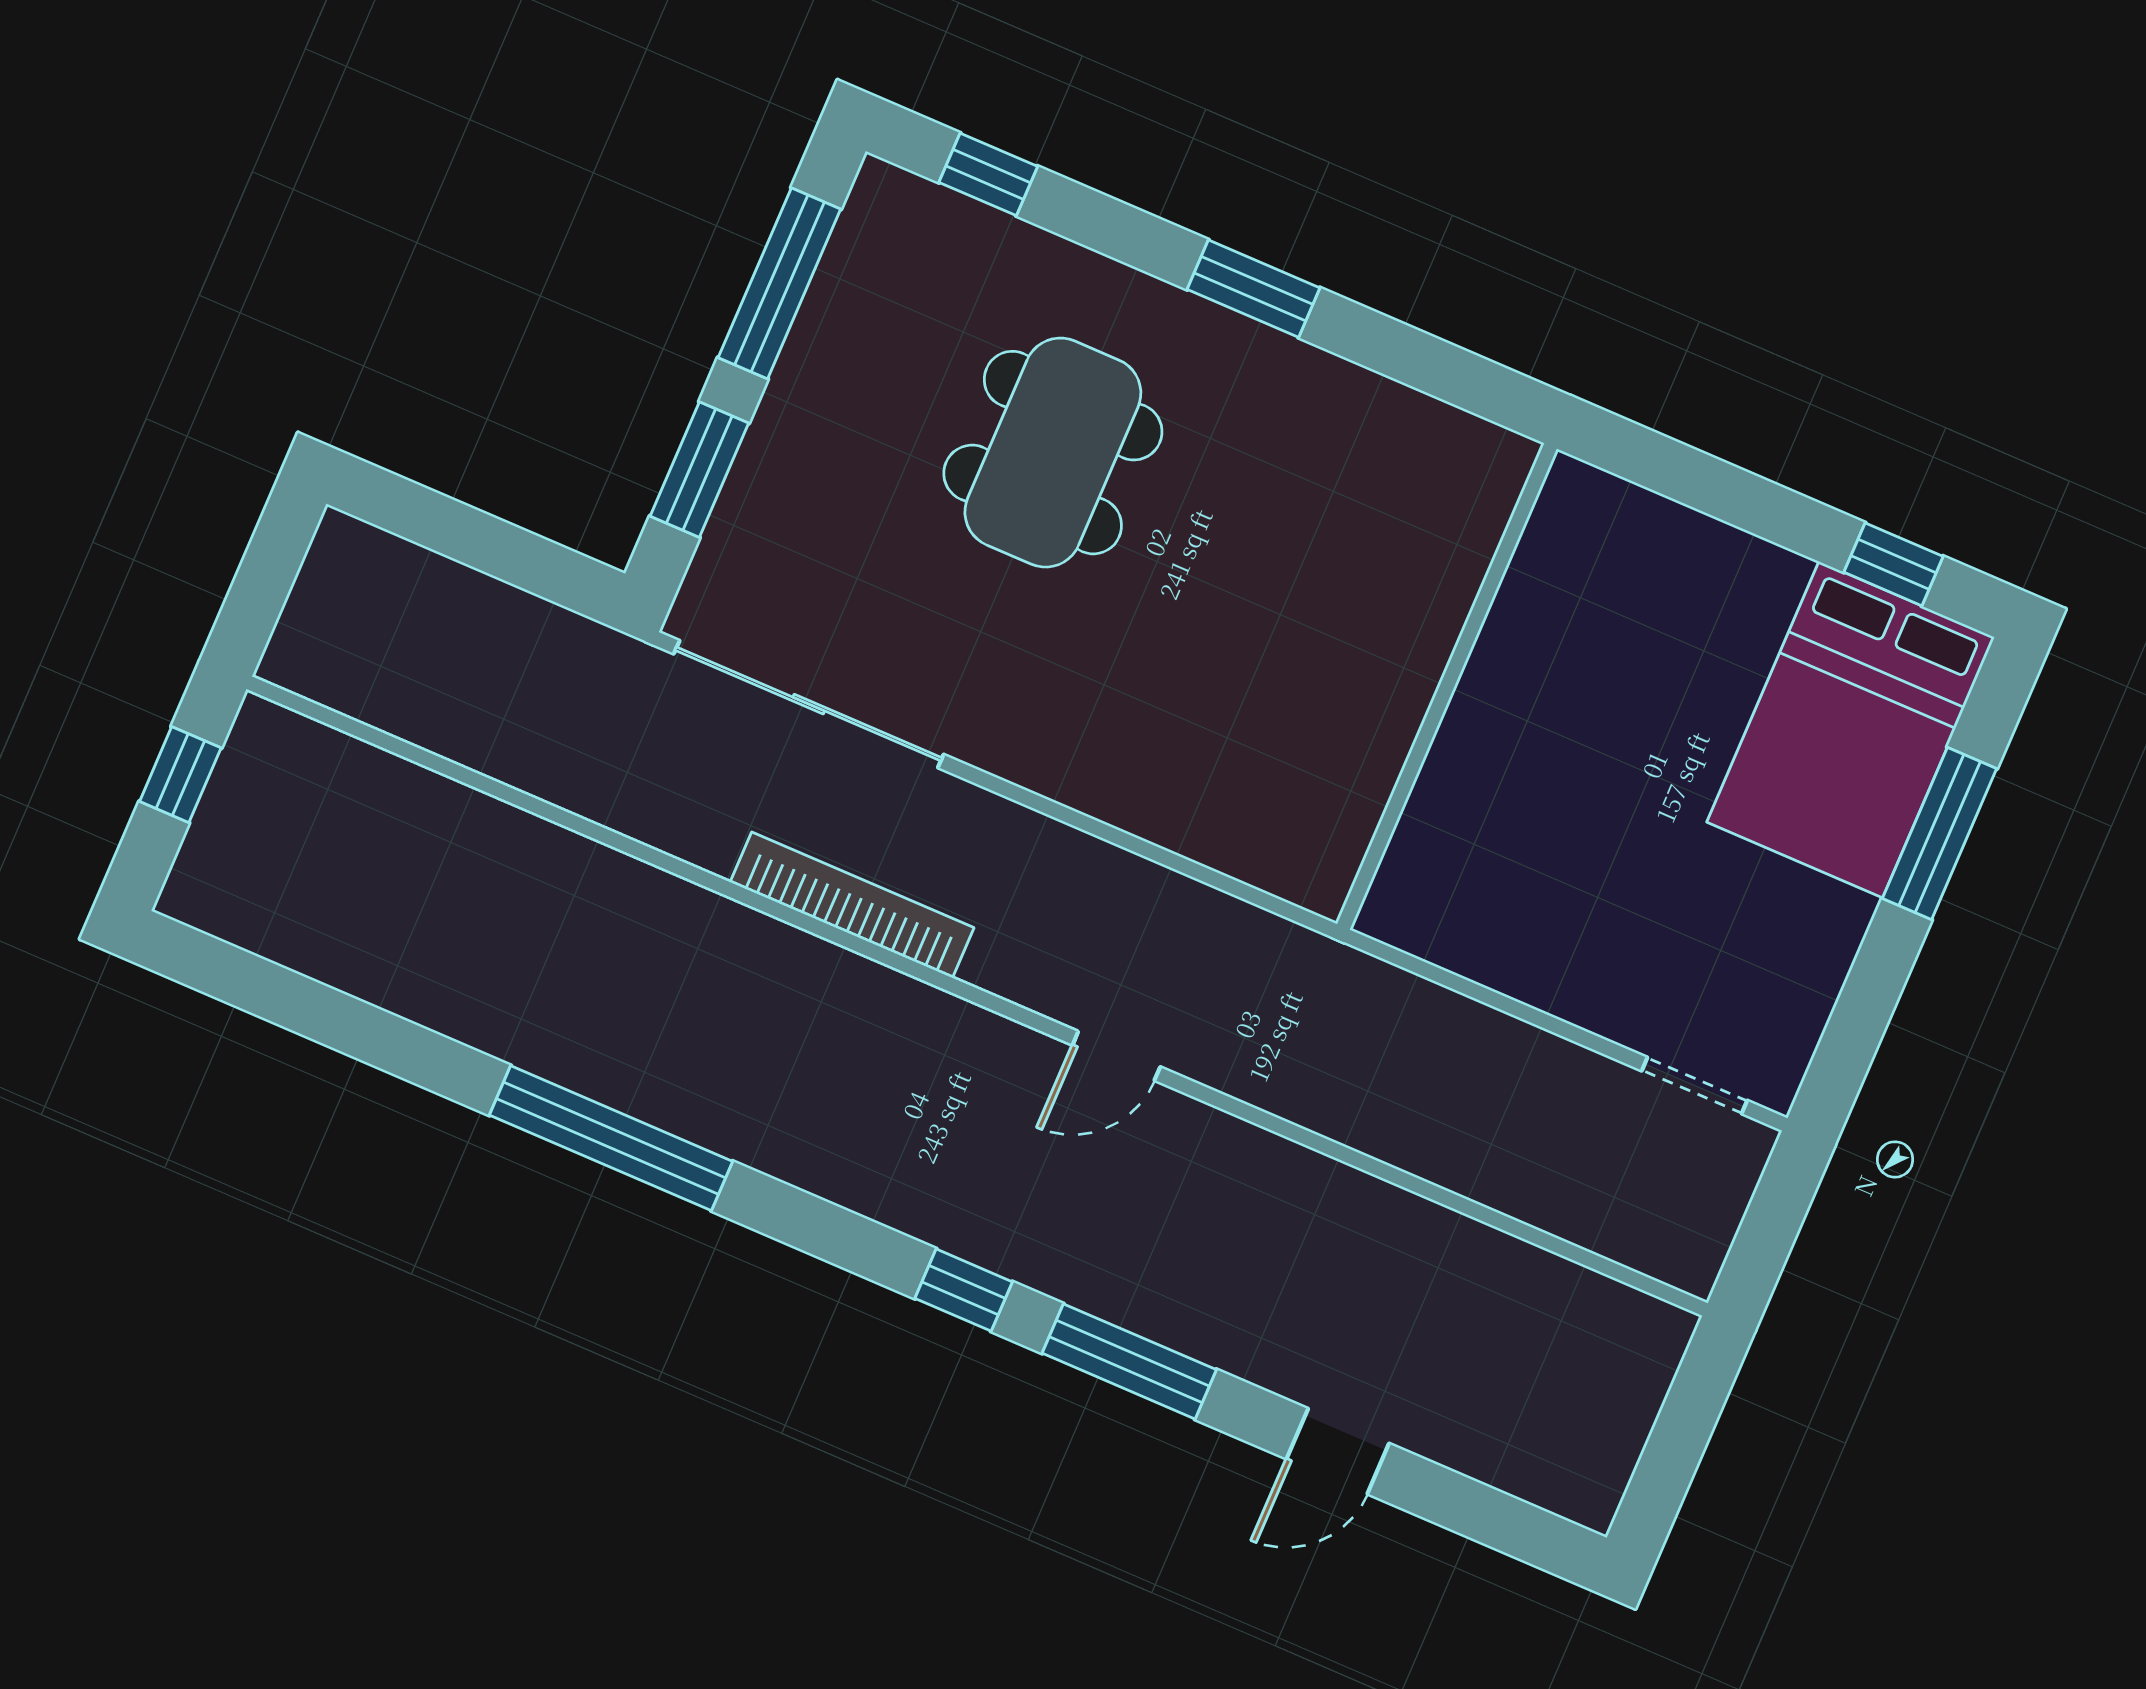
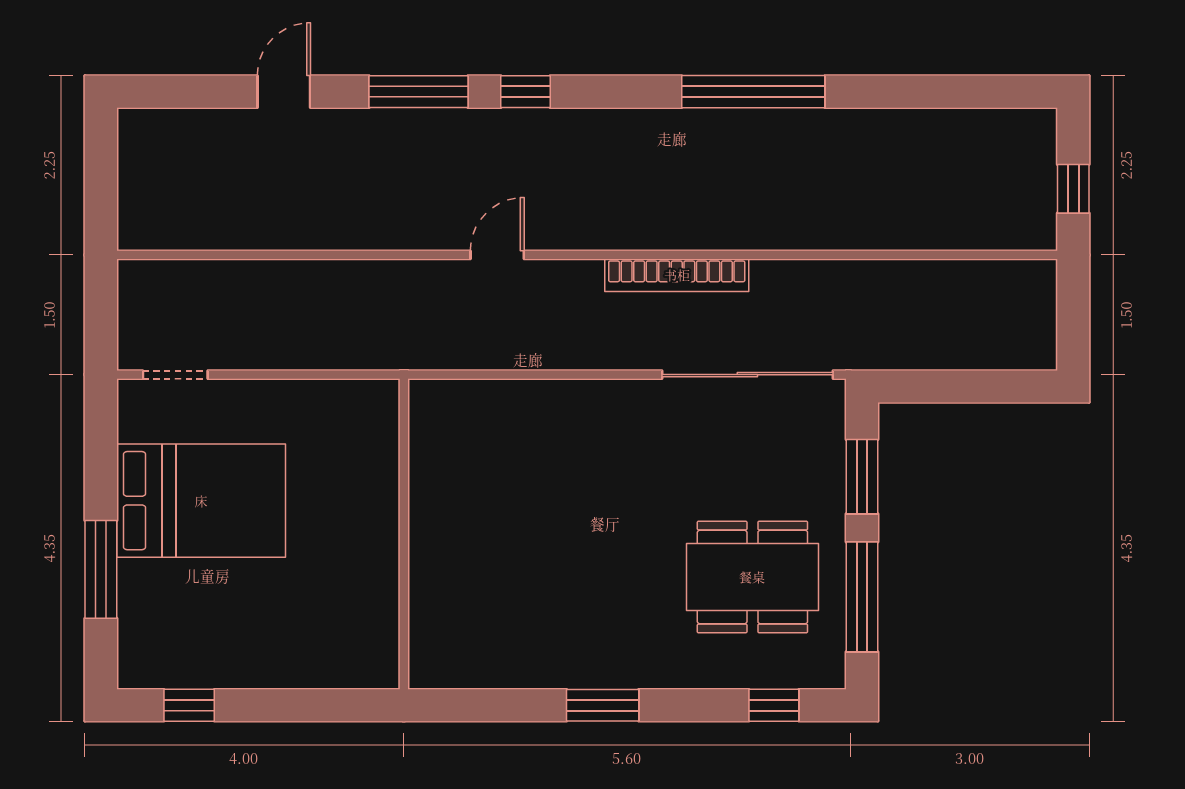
dining table: (1053, 453) -> (752, 577), moved, turned 90
bed: (1851, 730) -> (201, 501), moved, turned 90

